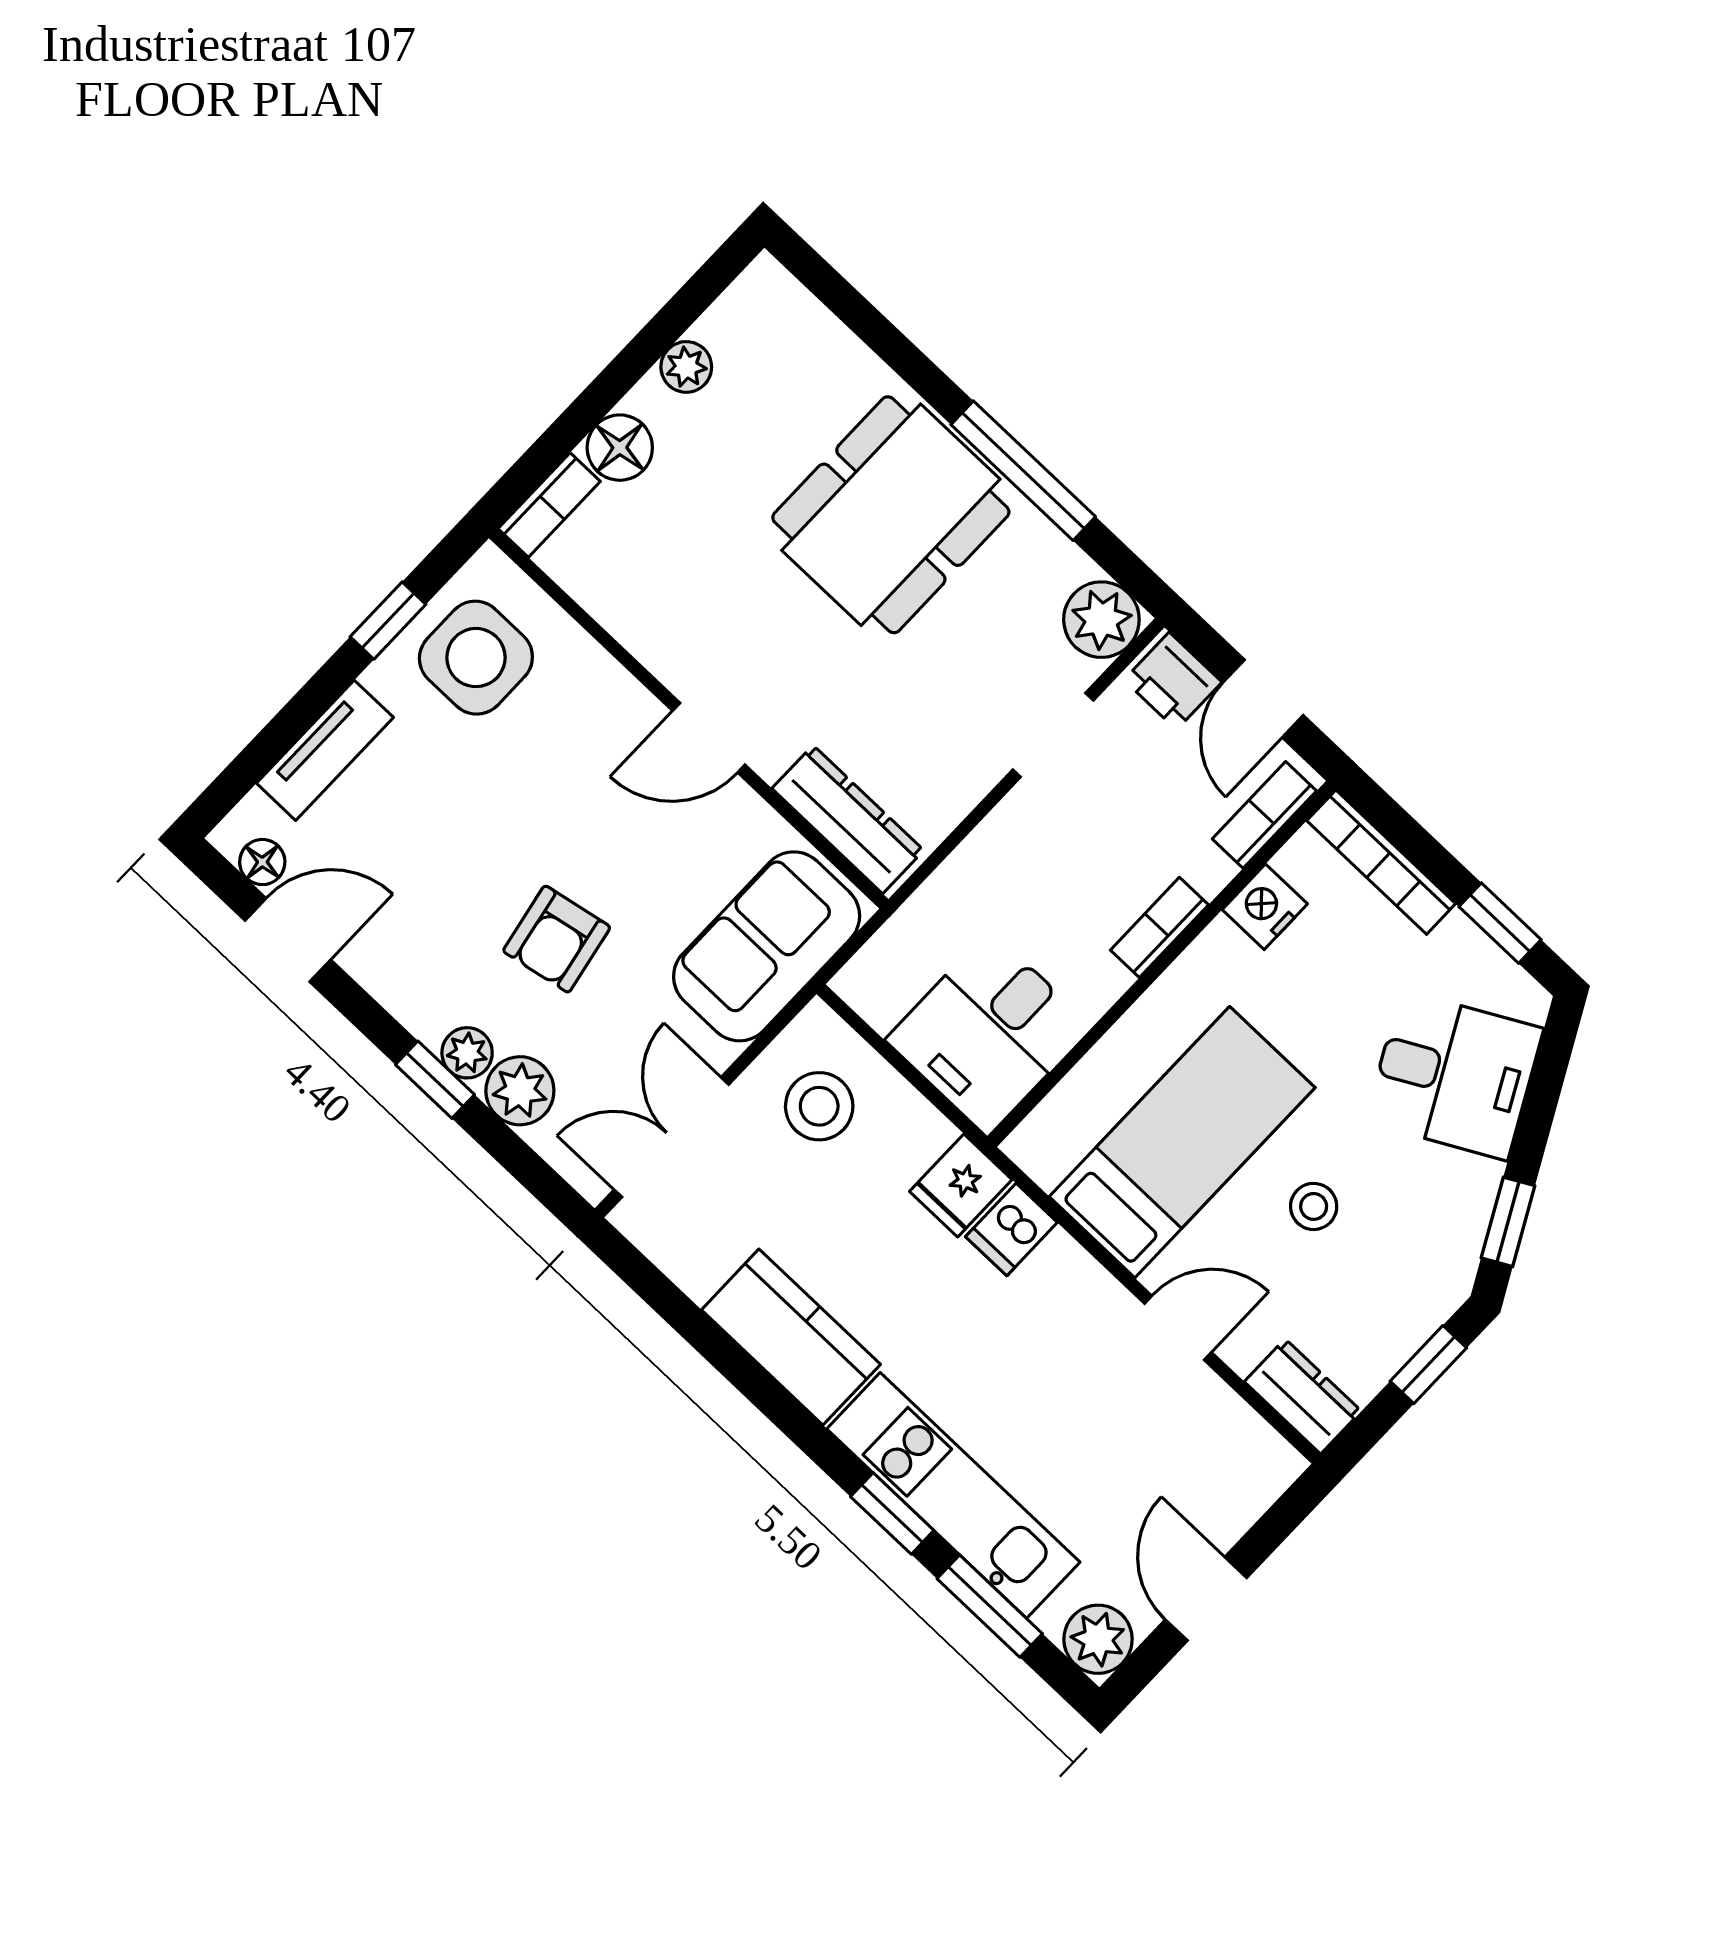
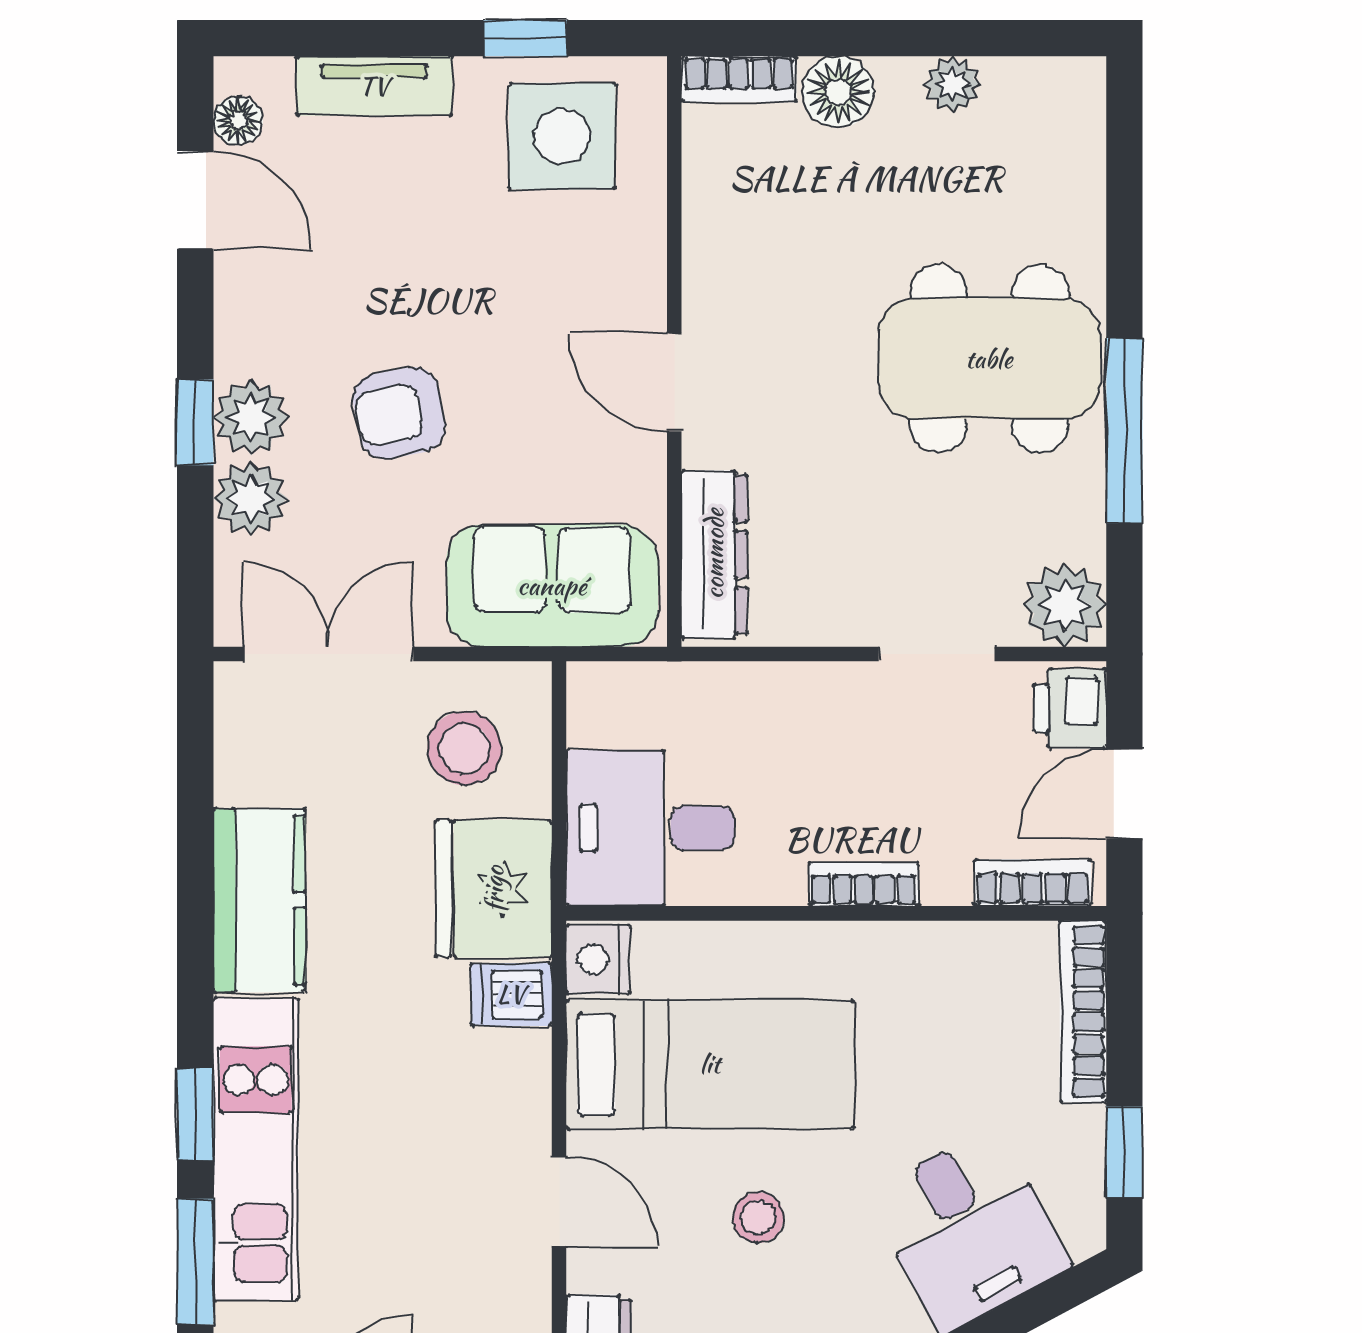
nightstand: (1265, 907) -> (598, 959), moved, turned -90
plant: (467, 1053) -> (251, 417), width x1.38, depth x1.38
fridge: (961, 1185) -> (494, 889), width x1.88, depth x1.34

